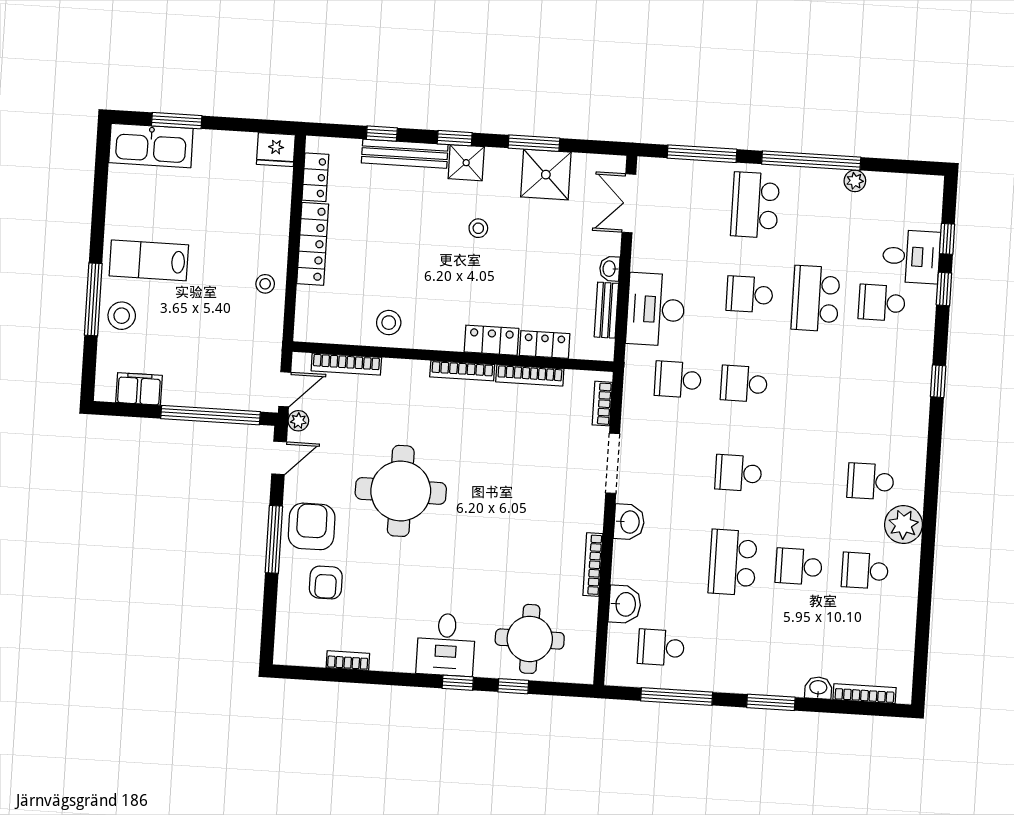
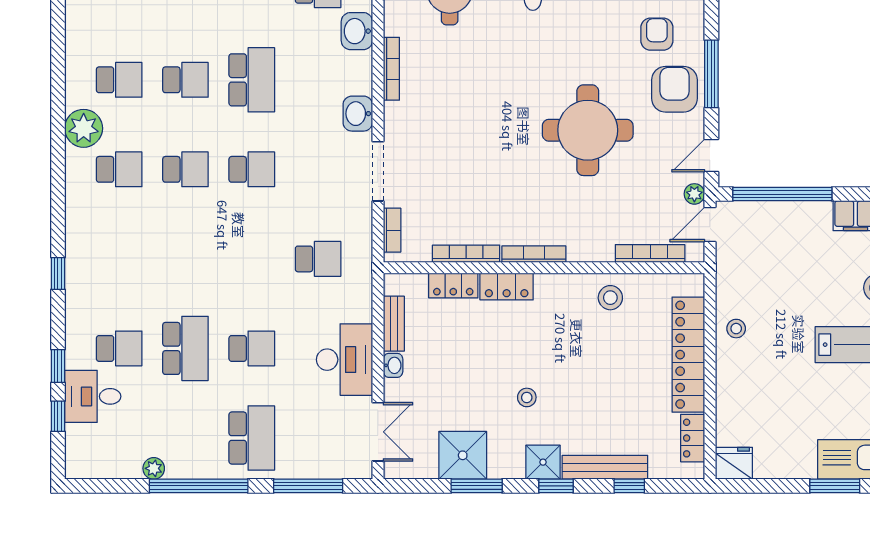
locker: (313, 244) -> (688, 355), width x1.41, depth x1.21
desk: (656, 309) -> (344, 360), moved
school desk: (744, 384) -> (185, 169), moved
armchair: (312, 526) -> (675, 89), turned 180

